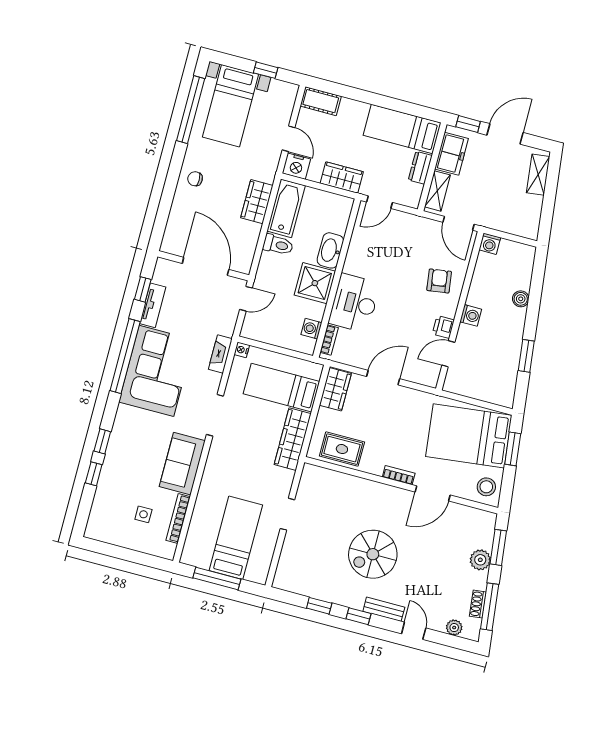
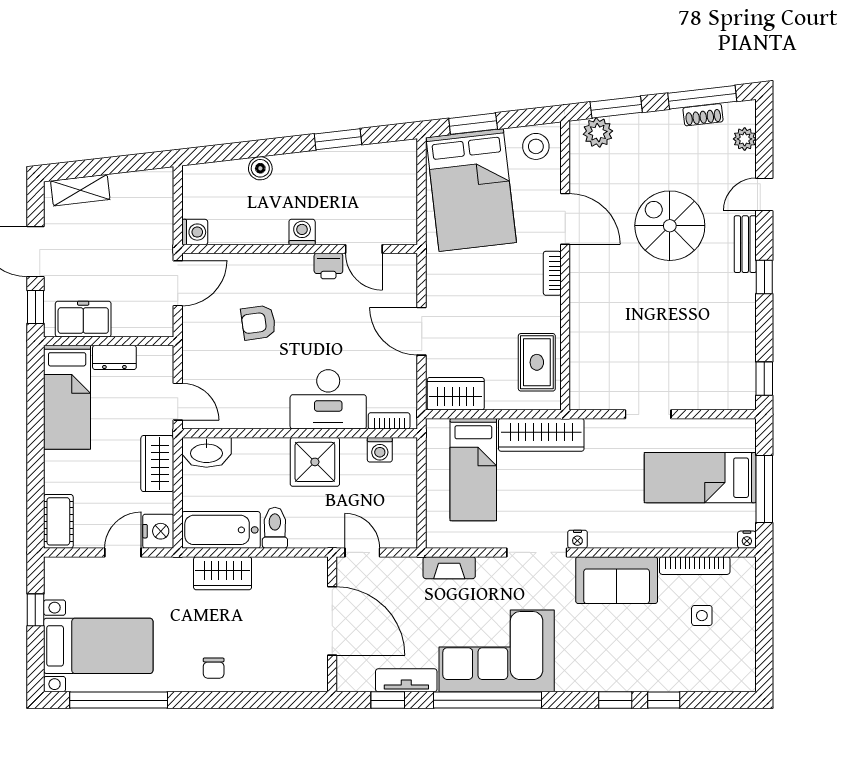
shelving: (437, 191) -> (140, 325), removed
washbasin: (330, 250) -> (206, 452), moved
door: (206, 266) -> (332, 621), swing flipped
armchair: (439, 281) -> (258, 323), moved
nightstand: (242, 350) -> (577, 539), moved
spiral stairs: (373, 554) -> (670, 226), moved, turned 180
nightstand: (186, 558) -> (747, 540), added
plant: (480, 560) -> (598, 133), moved
window: (319, 606) -> (764, 379), moved

